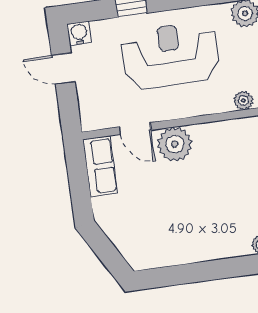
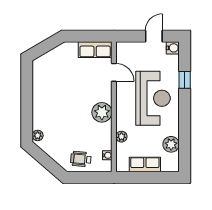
door: (135, 129) -> (114, 72), swing flipped
plant: (175, 144) -> (102, 112), moved

